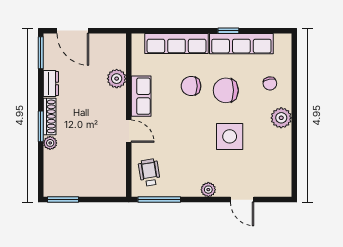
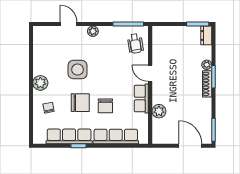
dresser: (51, 83) -> (206, 35), moved
chair: (191, 86) -> (105, 106), turned 90

